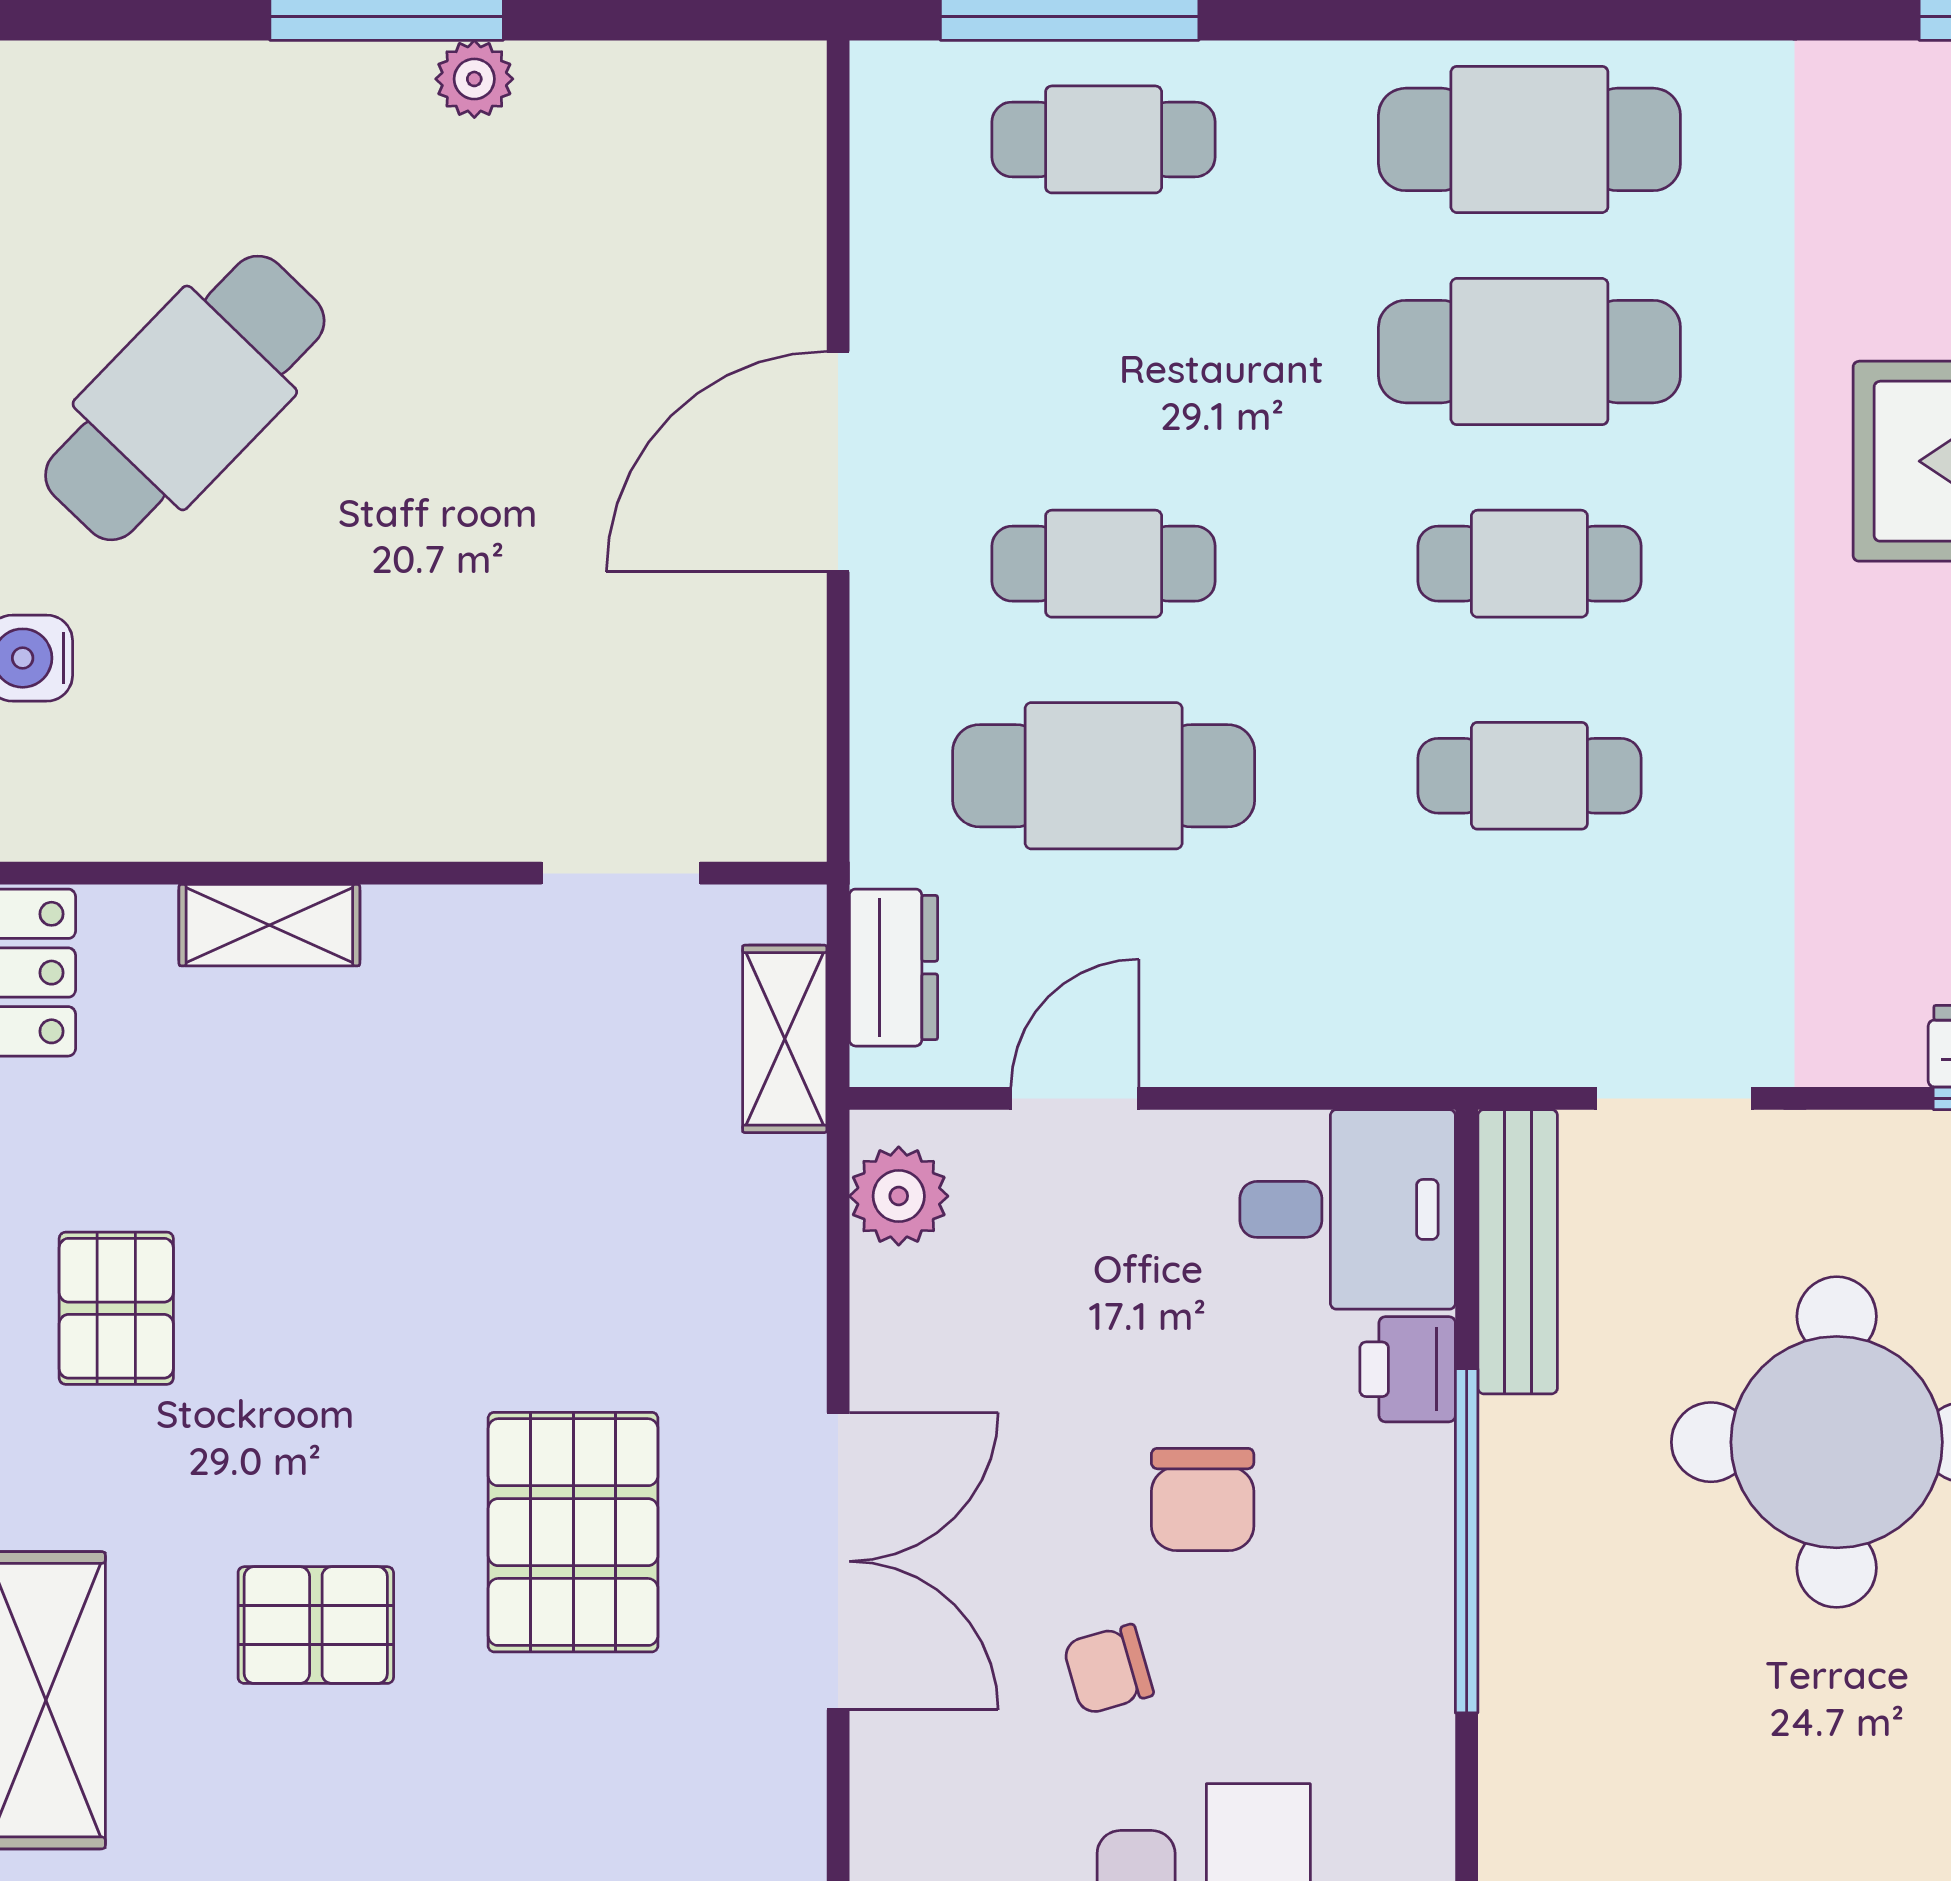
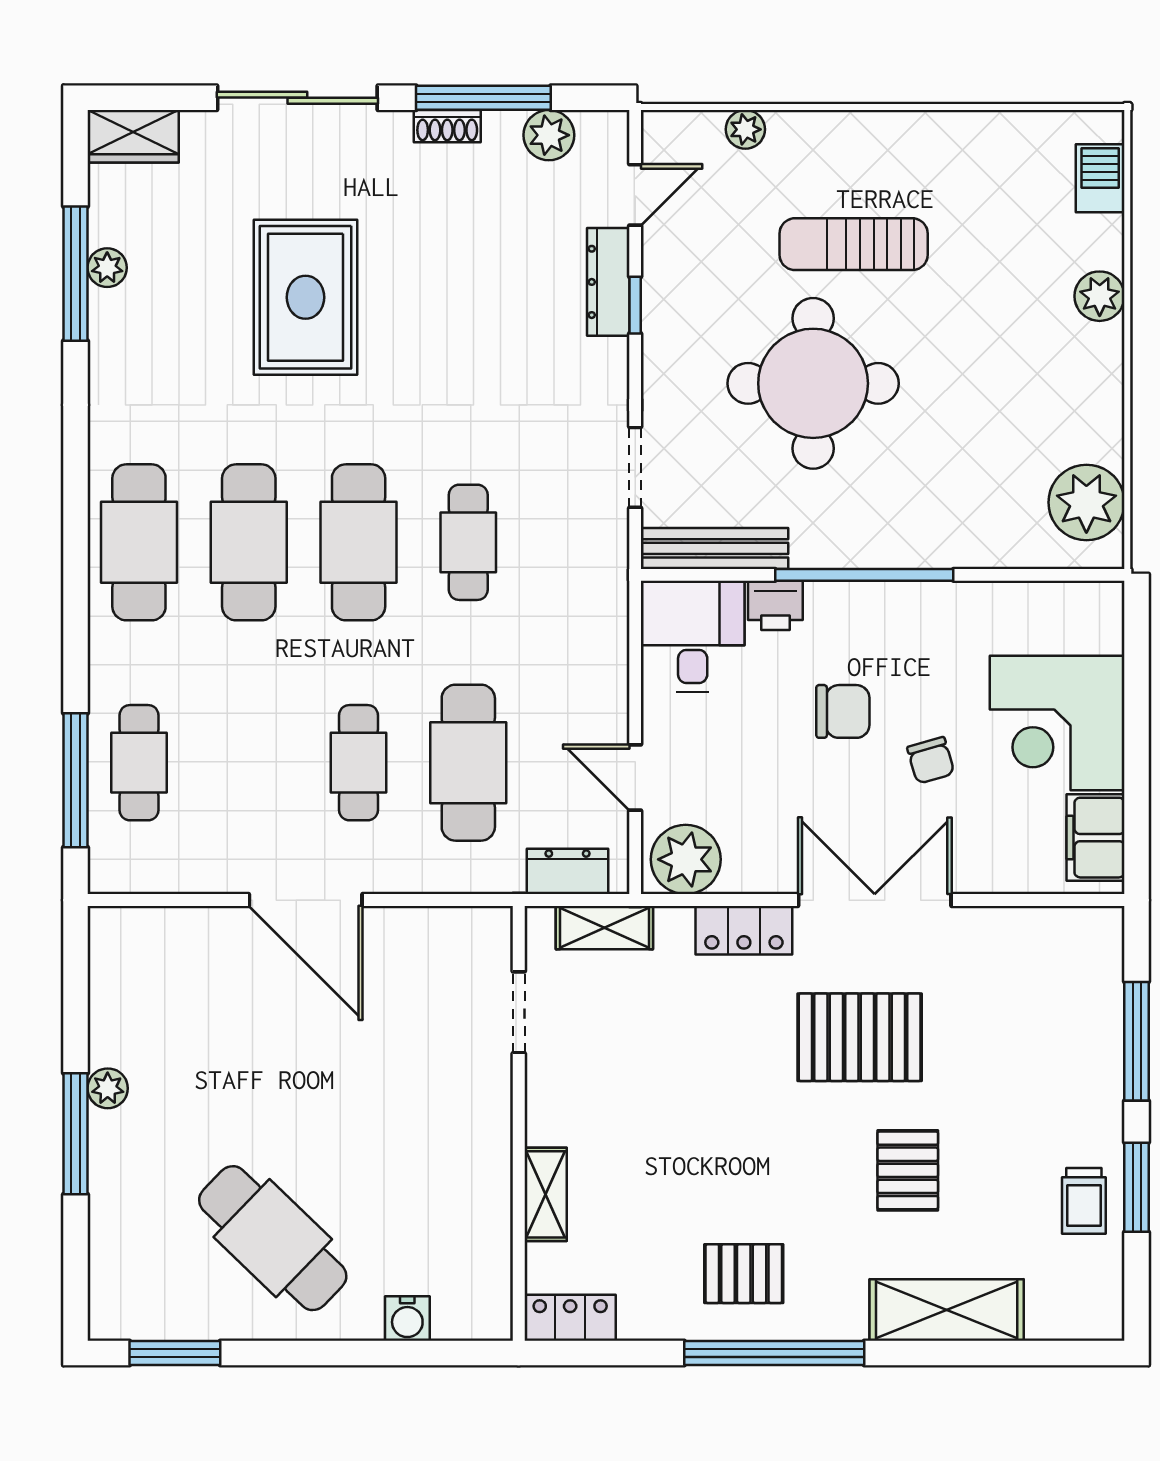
cafe table: (1529, 564) -> (359, 542), width x1.37, depth x1.35
plant: (899, 1196) -> (686, 859), width x1.36, depth x1.36
locker: (780, 1308) -> (744, 930), added

